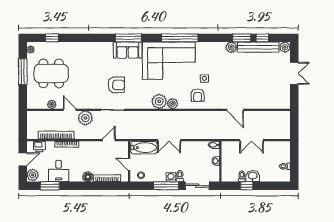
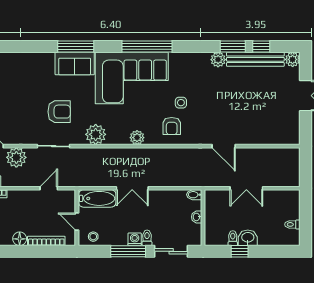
plant: (159, 101) -> (96, 134), moved

